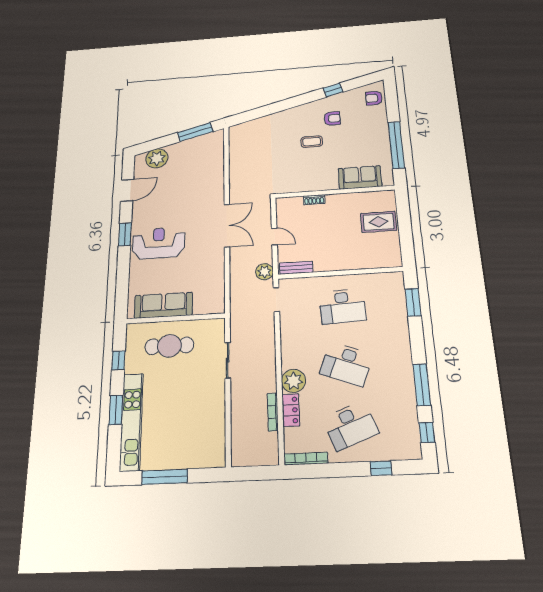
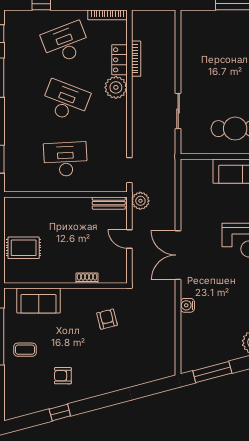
armchair: (374, 98) -> (107, 319), moved, turned -104
coffee table: (312, 142) -> (25, 350), moved
water cooler: (218, 184) -> (187, 305), added

